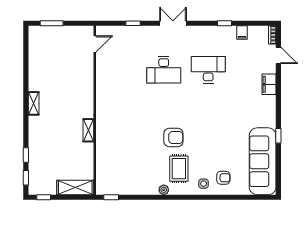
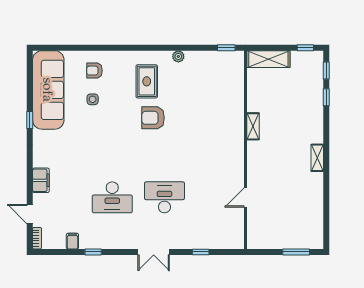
door: (95, 44) -> (245, 197), moved
side table: (204, 184) -> (93, 99), moved
plant: (164, 190) -> (178, 56), moved

